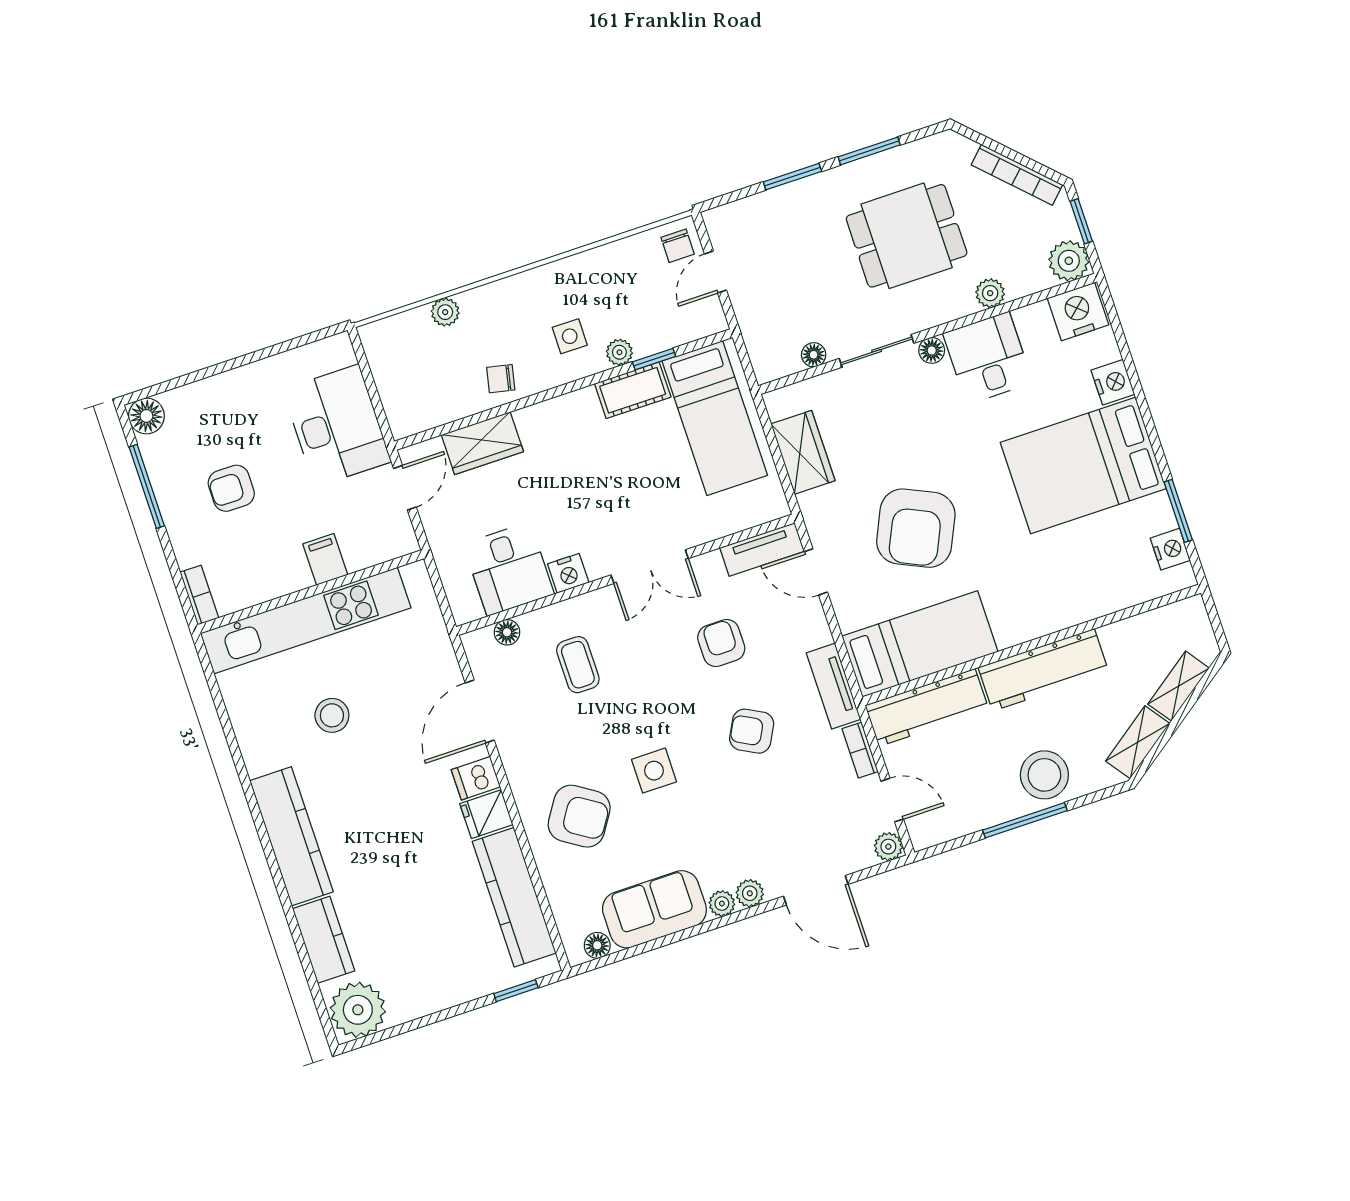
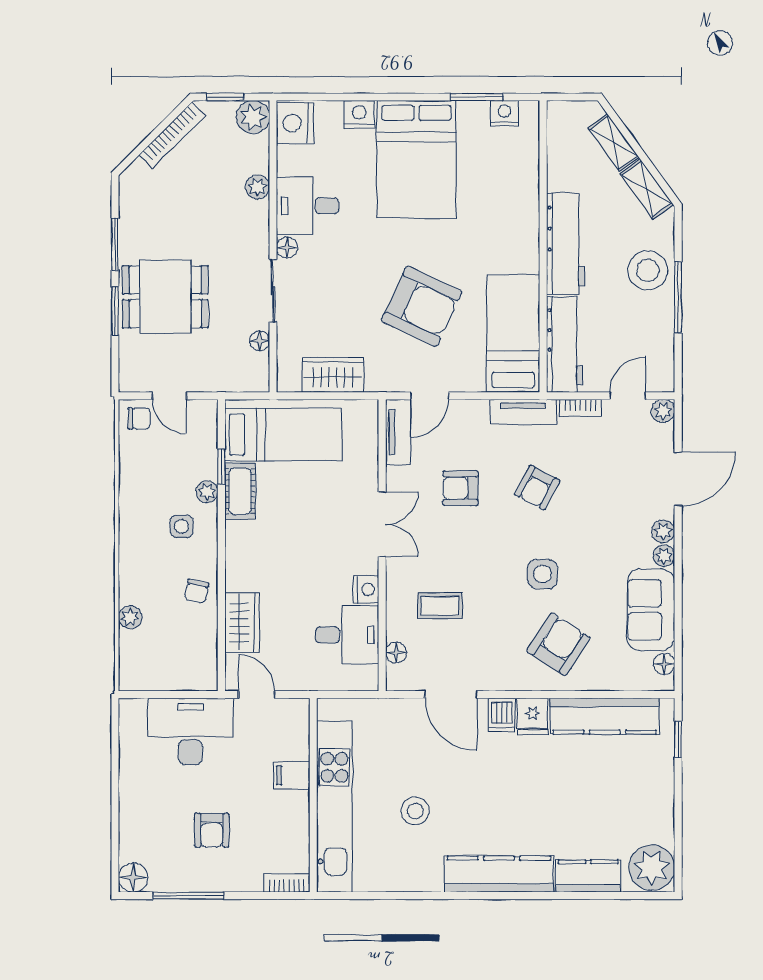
dining table: (907, 236) -> (165, 297), moved, turned 90

